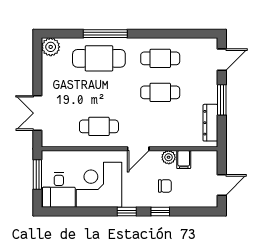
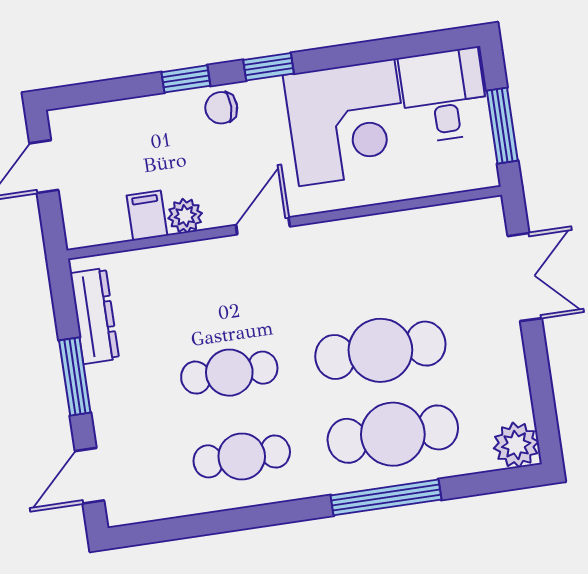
cafe table: (99, 126) -> (380, 350), moved, width x1.37, depth x1.35
chair: (165, 186) -> (221, 108), moved

